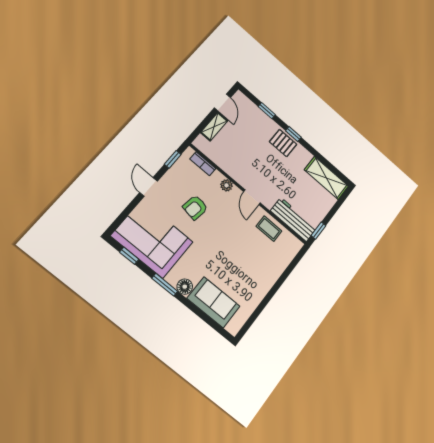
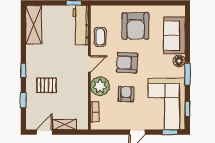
pallet: (283, 143) -> (47, 85), moved, turned 90
window: (173, 159) -> (170, 132), moved
plant: (226, 185) -> (100, 86), width x1.87, depth x1.87
armchair: (195, 207) -> (126, 94), turned -97
armchair: (225, 234) -> (127, 63), added
armchair: (253, 271) -> (136, 26), added

